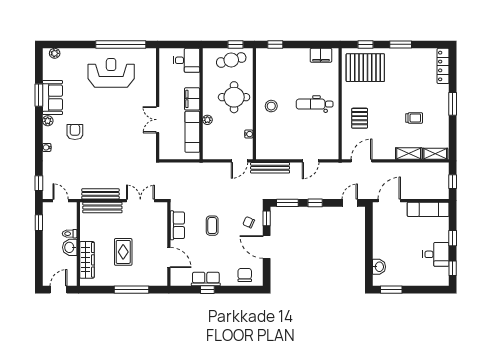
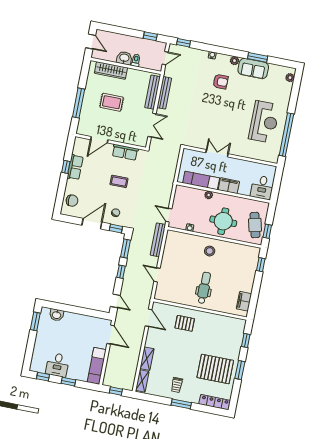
pallet: (365, 68) -> (215, 369), moved, turned 90
trolley: (414, 118) -> (177, 385), moved

